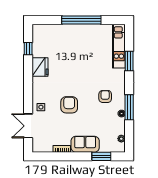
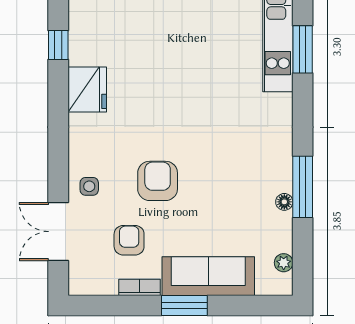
window: (129, 61) -> (303, 49), moved
armchair: (105, 96) -> (129, 240), moved
sofa: (85, 144) -> (208, 276), width x1.36
window: (101, 156) -> (184, 305), moved

